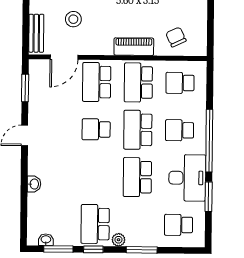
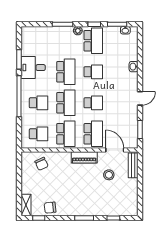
piano: (134, 47) -> (84, 157), moved
door: (64, 57) -> (115, 150), hinge flipped
desk: (187, 178) -> (33, 68), width x0.73
school desk: (179, 225) -> (93, 72), moved

